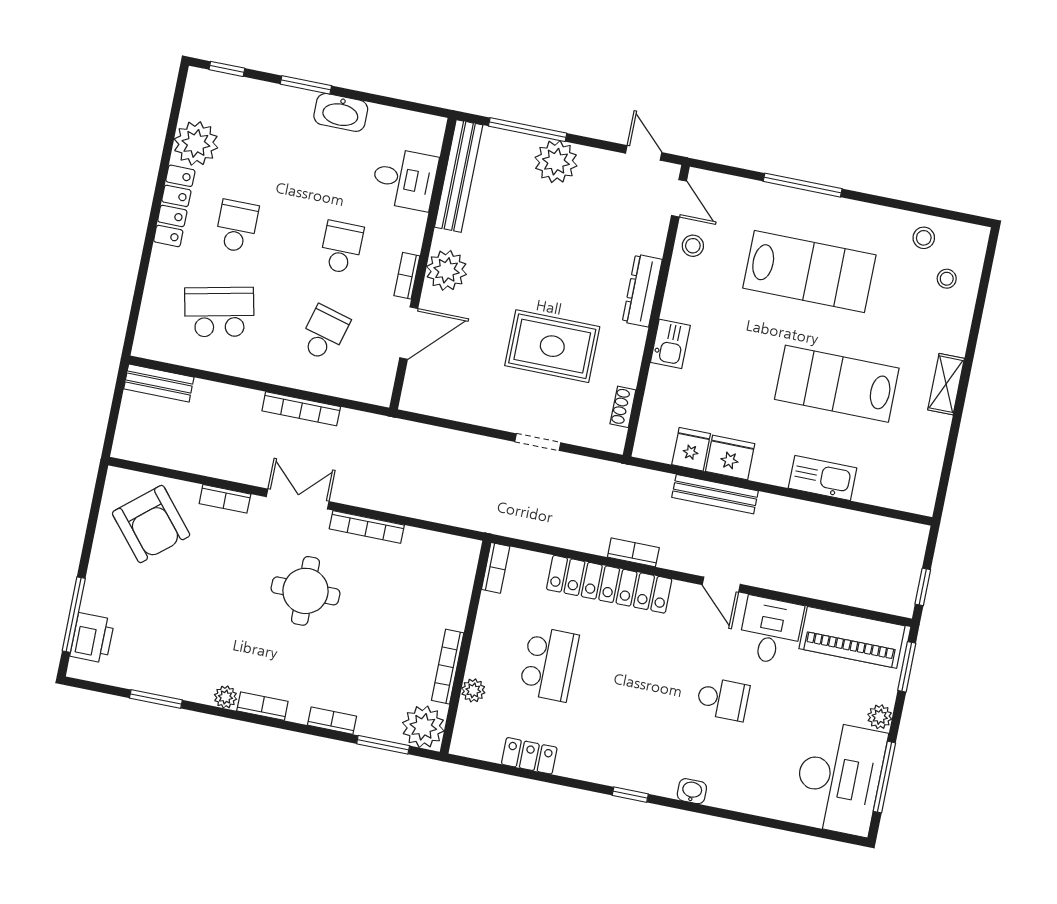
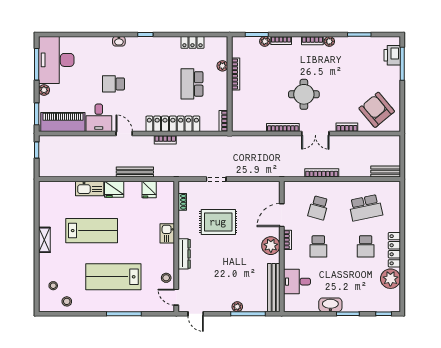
plant: (556, 162) -> (237, 307), width x0.53, depth x0.53
fridge: (730, 458) -> (114, 189), moved
plant: (423, 727) -> (265, 41), moved, width x0.53, depth x0.53

